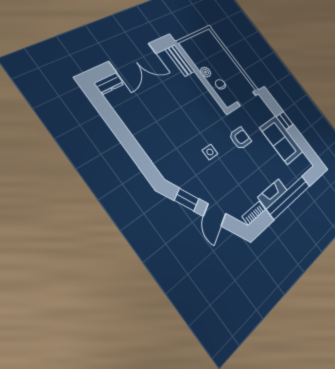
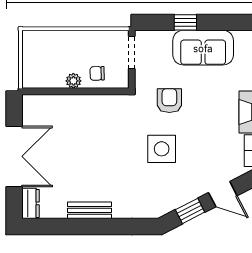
bench: (180, 60) -> (89, 210), moved
side table: (210, 152) -> (162, 149), width x1.87, depth x1.87

